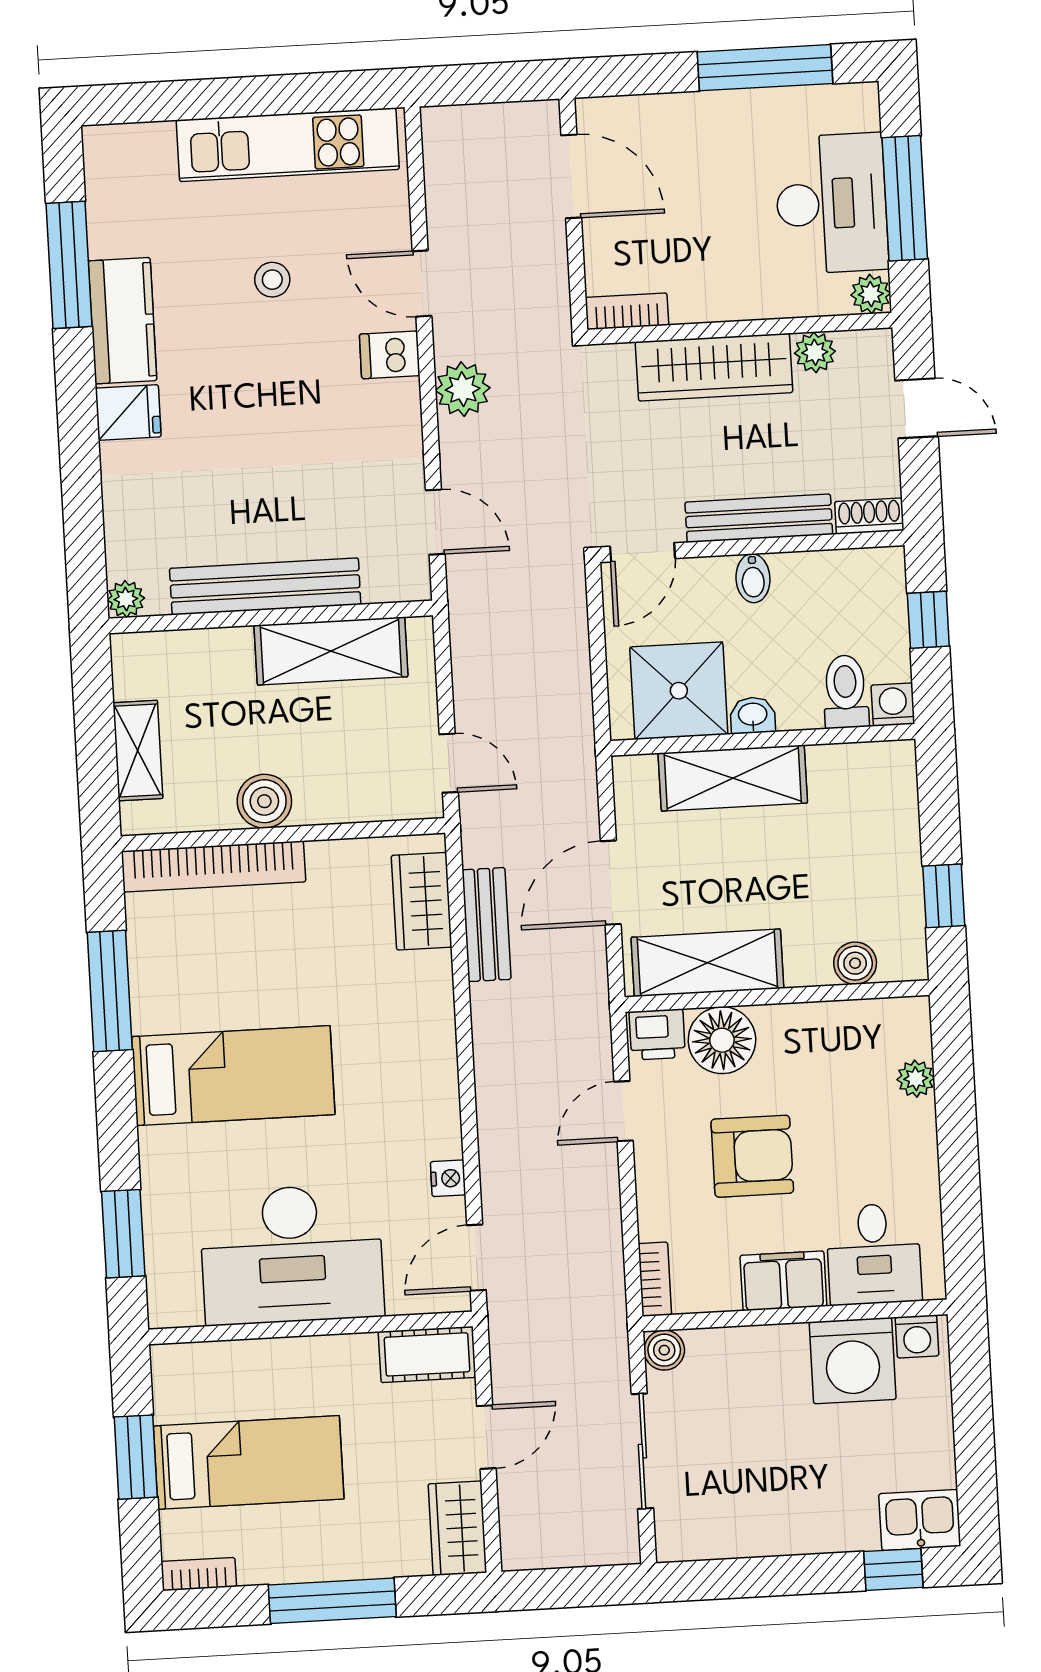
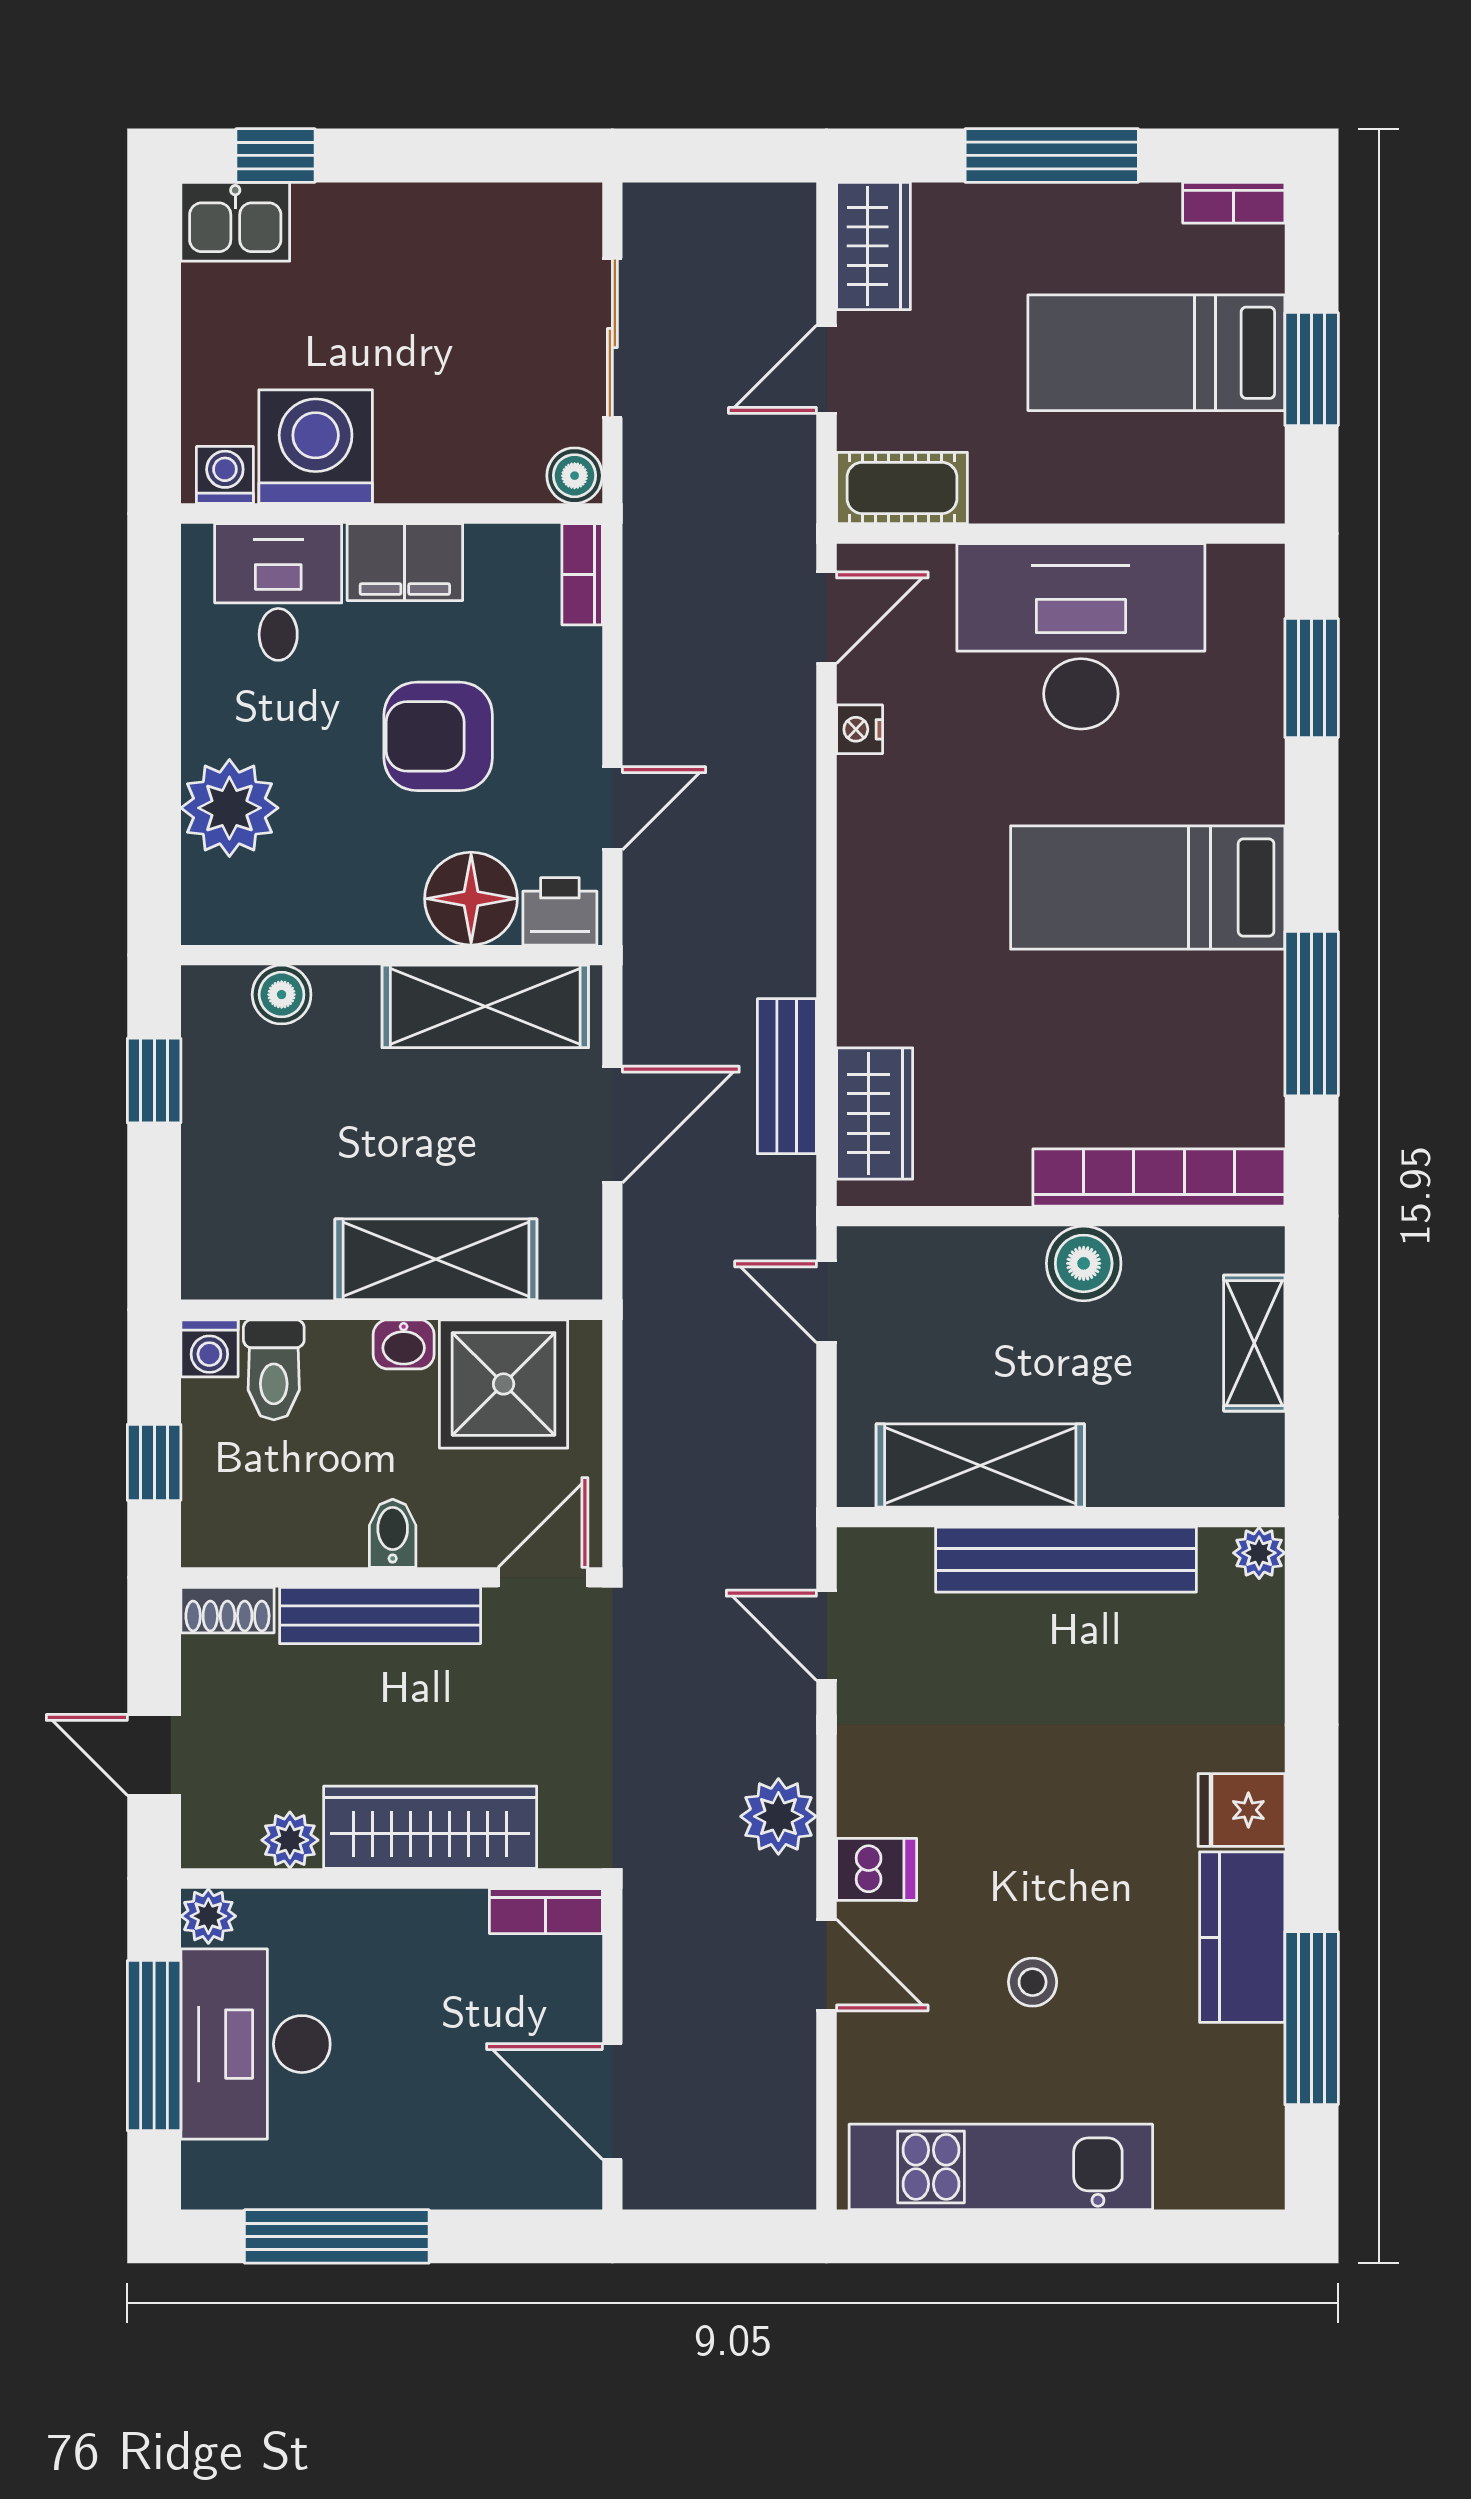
plant: (916, 1079) -> (229, 808), width x1.88, depth x1.88

